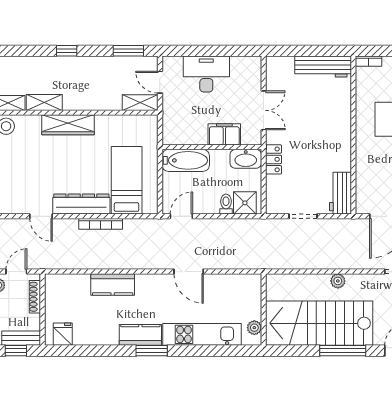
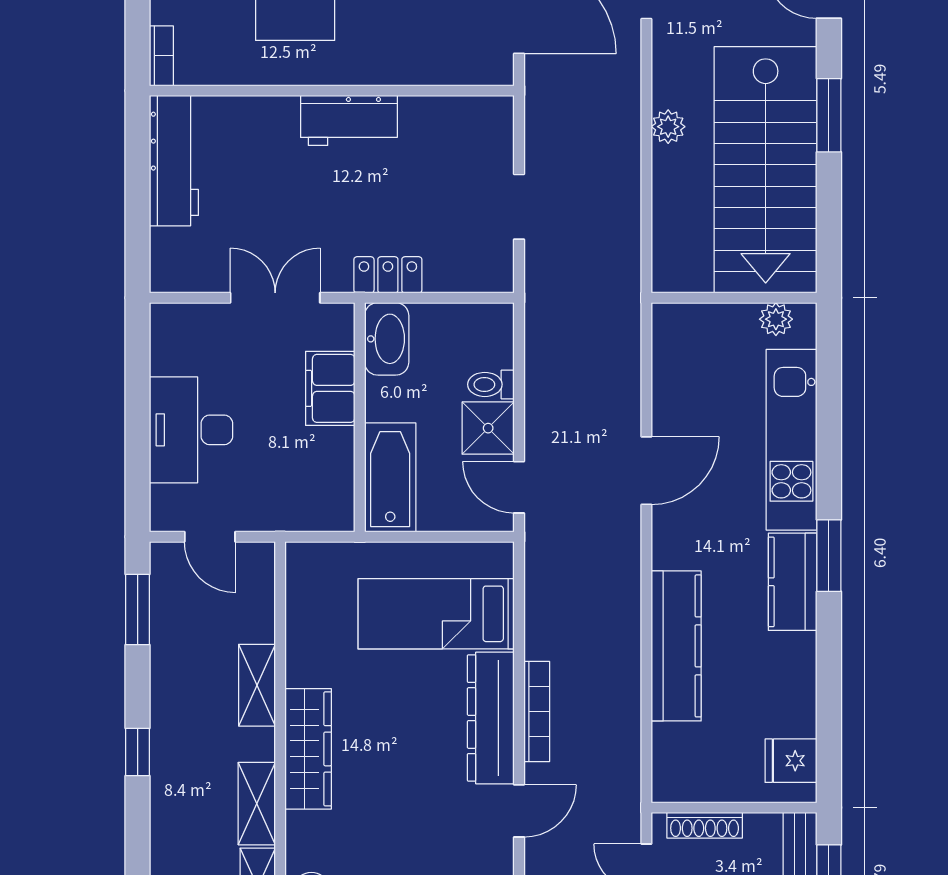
door: (160, 82) -> (210, 537), hinge flipped
shelving: (140, 103) -> (257, 685), moved
workbench: (340, 193) -> (349, 120), moved
shower: (245, 203) -> (488, 428), moved
bookcase: (101, 224) -> (537, 711), moved
kitchen counter: (113, 284) -> (676, 646), width x1.50
window: (343, 351) -> (829, 115), width x0.69

